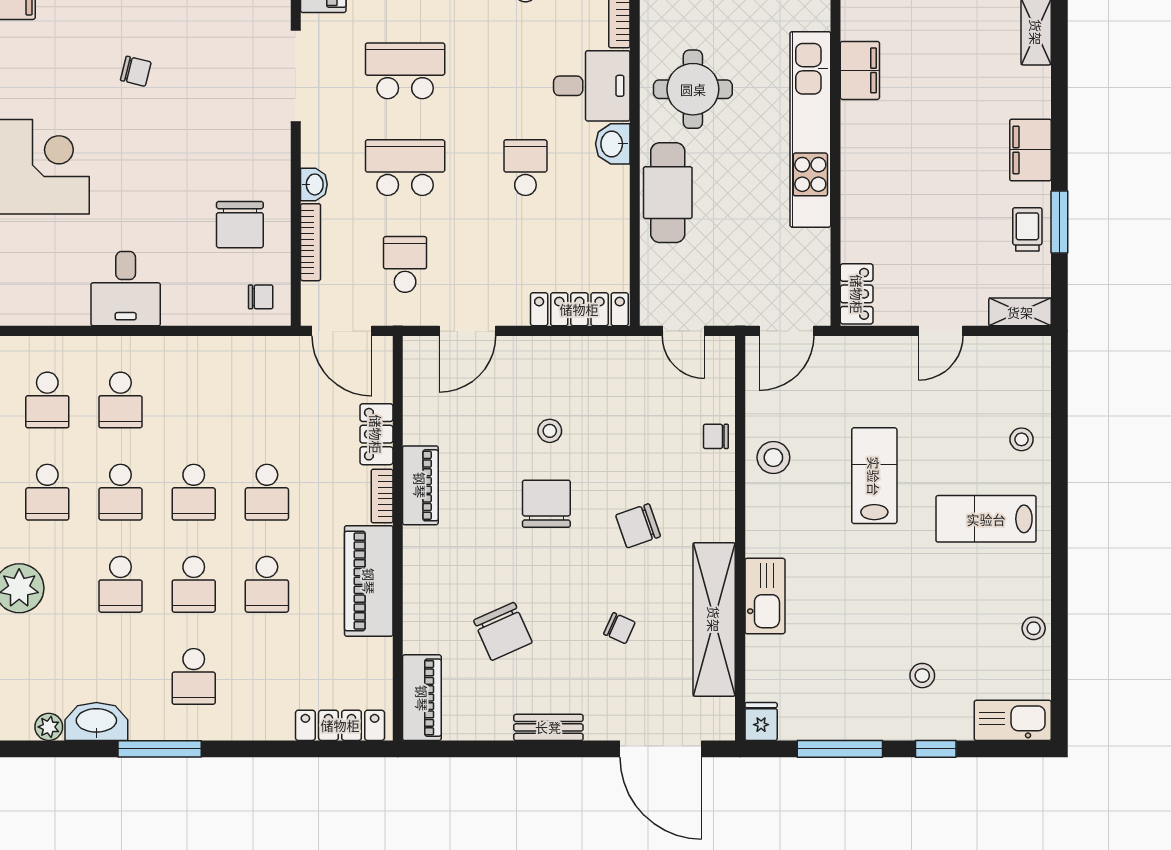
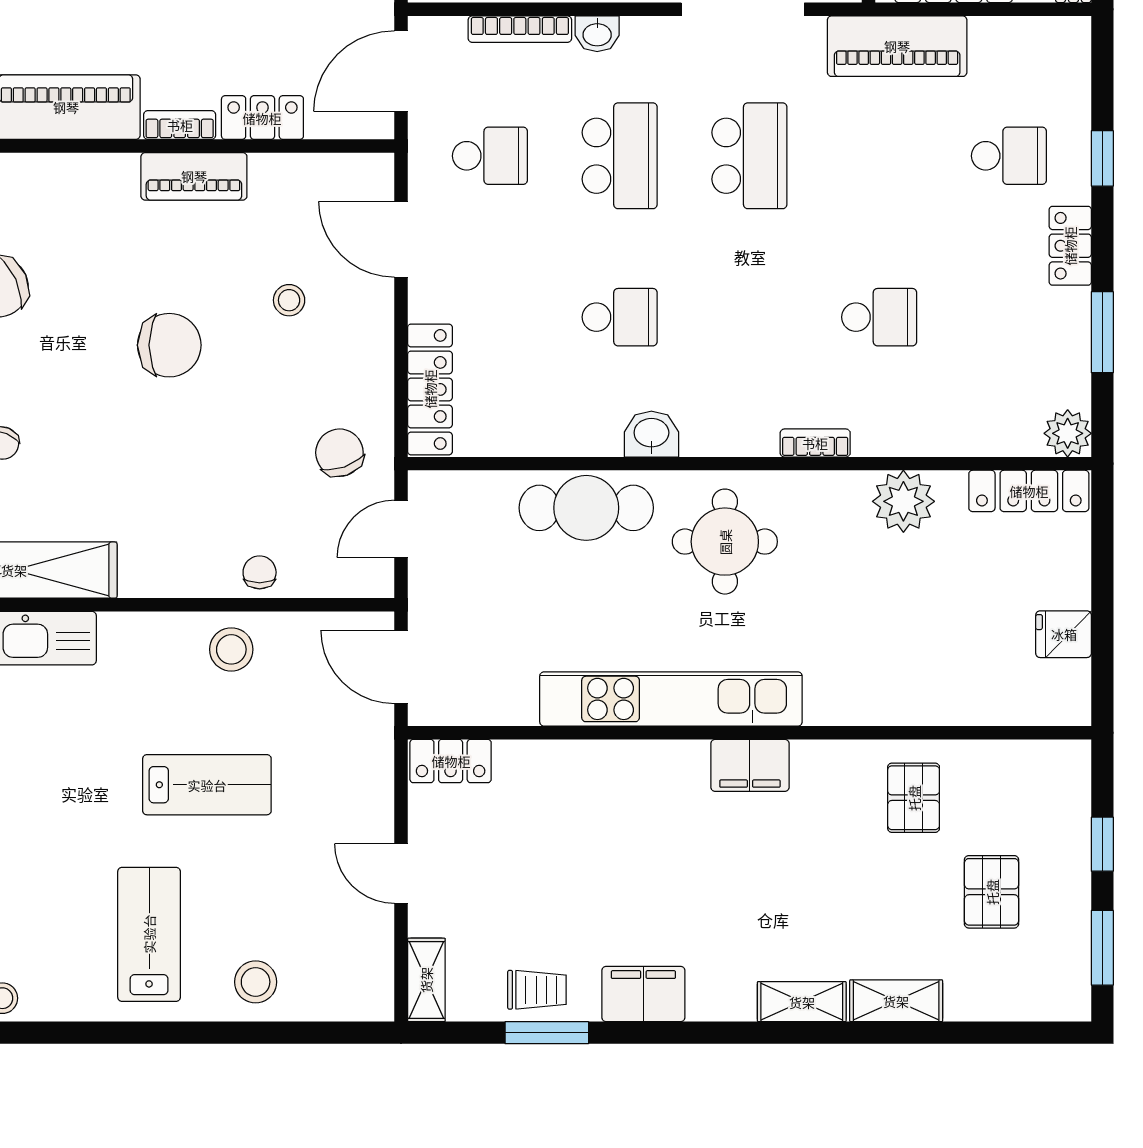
desk: (592, 86) -> (729, 406), removed
stool: (550, 431) -> (289, 300), moved
stool: (1022, 439) -> (256, 982), width x1.37, depth x1.37
chair: (638, 526) -> (339, 453), moved

